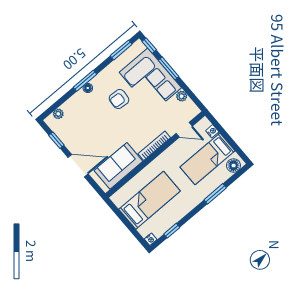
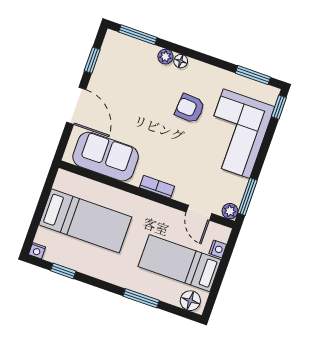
window: (169, 68) -> (248, 197), moved
window: (85, 81) -> (138, 35), moved
plant: (182, 96) -> (230, 211), moved
plant: (58, 114) -> (165, 57), moved
bookcase: (154, 146) -> (157, 187), width x0.64

